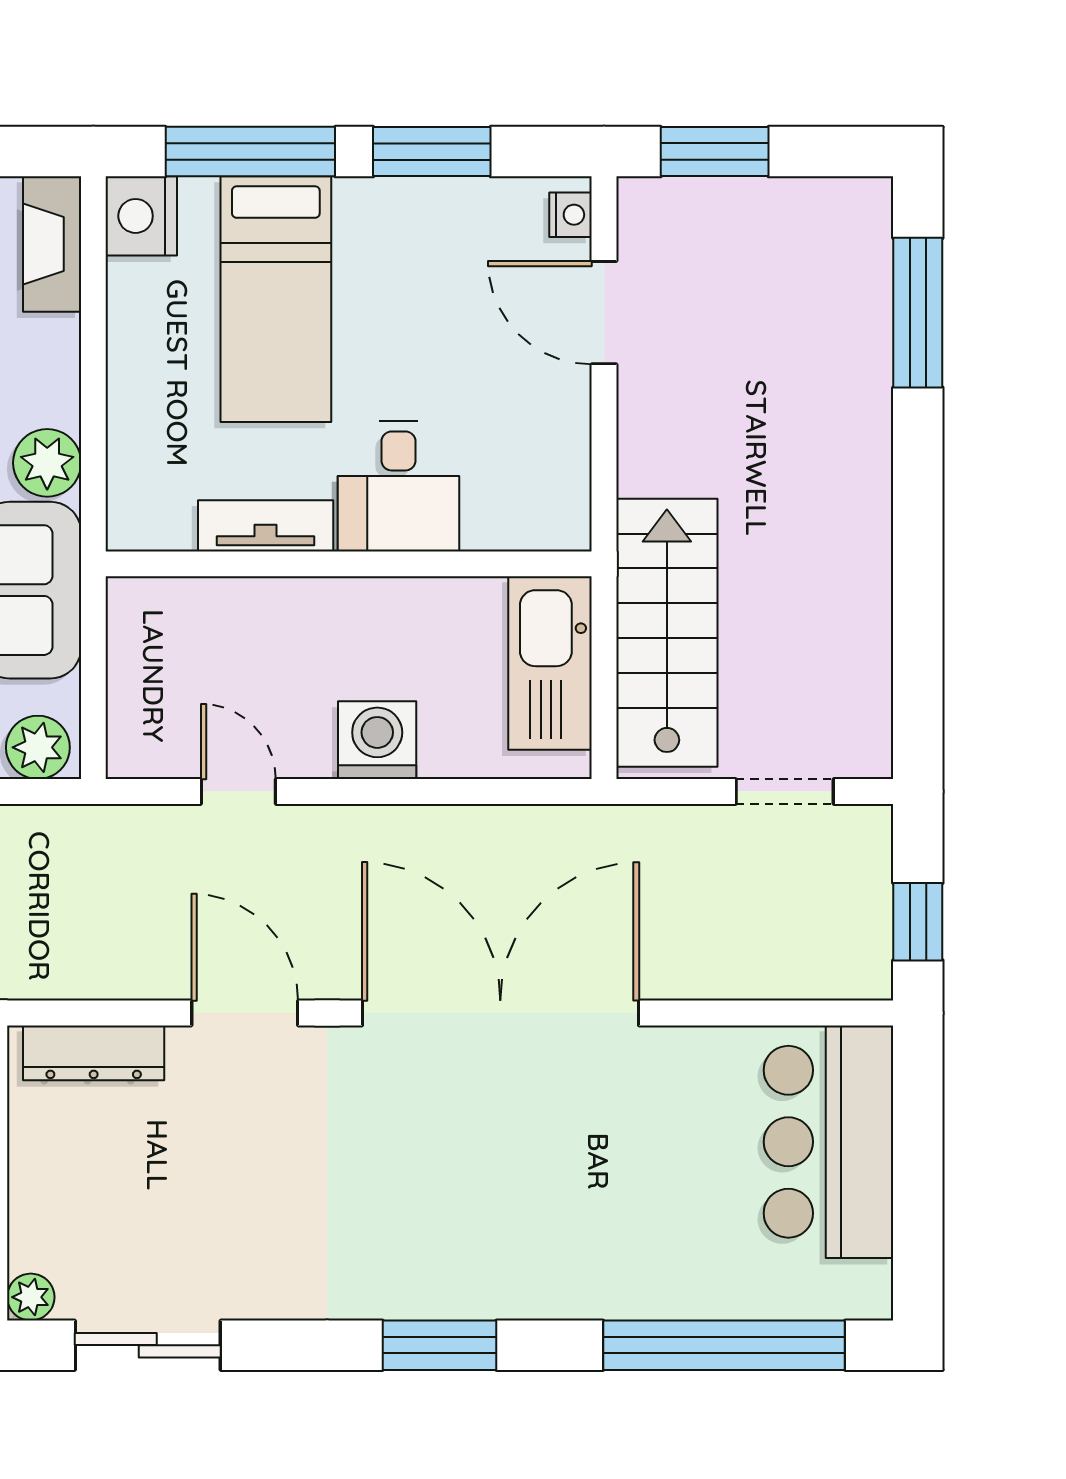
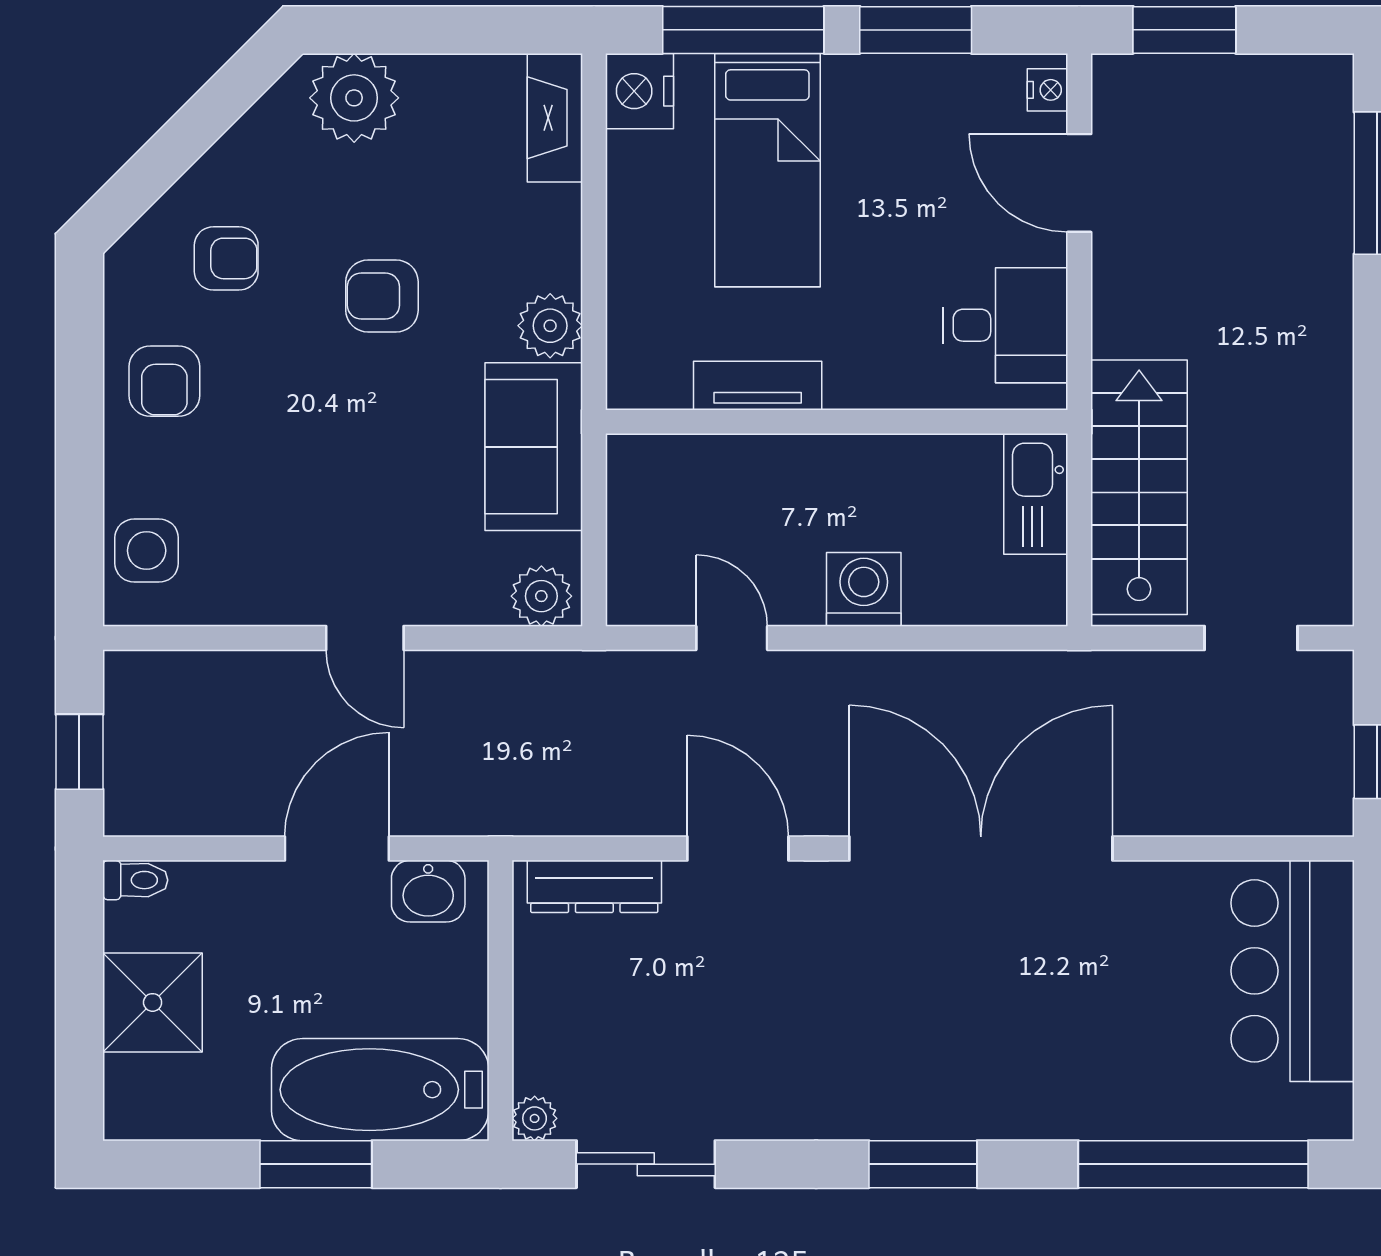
desk: (398, 486) -> (1005, 325), moved, turned -90
kitchen sink: (550, 663) -> (1036, 494), width x0.73, depth x0.81

